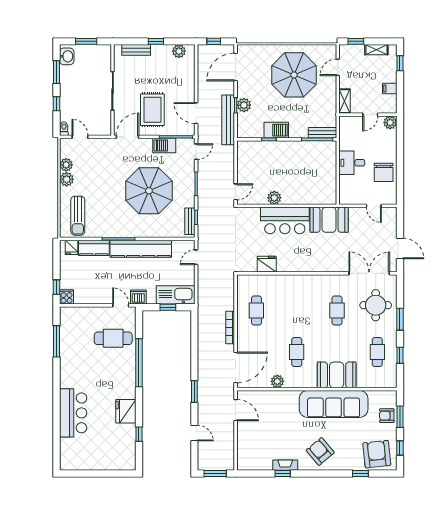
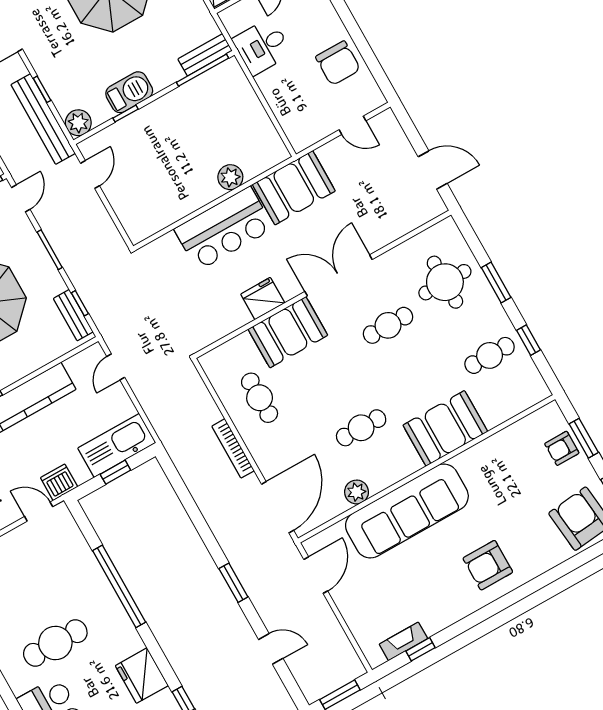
plant: (244, 105) -> (78, 123), moved
desk: (352, 163) -> (262, 46), moved
door: (236, 192) -> (90, 174), moved
plant: (274, 198) -> (230, 177), moved
fridge: (267, 264) -> (263, 299), moved
double door: (369, 273) -> (338, 275), moved
booth: (287, 287) -> (288, 332), added
cafe table: (337, 311) -> (388, 325), turned 90
cafe table: (113, 338) -> (55, 643), moved
cafe table: (297, 352) -> (361, 428), turned 90
cafe table: (377, 352) -> (490, 355), turned 90
sofa: (334, 404) -> (407, 511), moved
door: (236, 410) -> (316, 575), hinge flipped
armchair: (320, 451) -> (488, 565), turned -50
fireplace: (285, 465) -> (403, 641), moved
window: (283, 473) -> (420, 649), moved
window: (360, 473) -> (572, 564), removed

